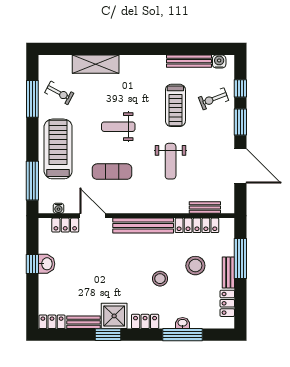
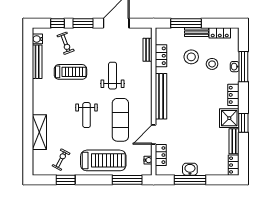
window: (32, 99) -> (66, 180), width x0.69
treadmill: (58, 149) -> (103, 160), turned 180
weight bench: (171, 161) -> (113, 76), turned -90
exercise mat: (112, 172) -> (120, 120), width x1.36, depth x1.45
locker: (197, 225) -> (161, 56), width x0.66
window: (32, 264) -> (190, 180), width x2.17
stool: (160, 279) -> (212, 64), moved

